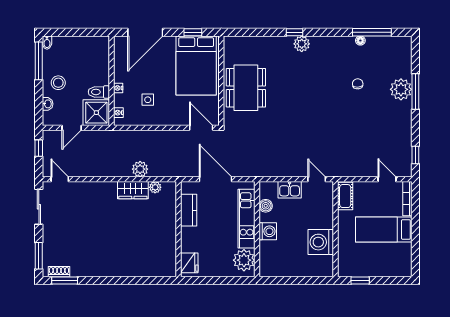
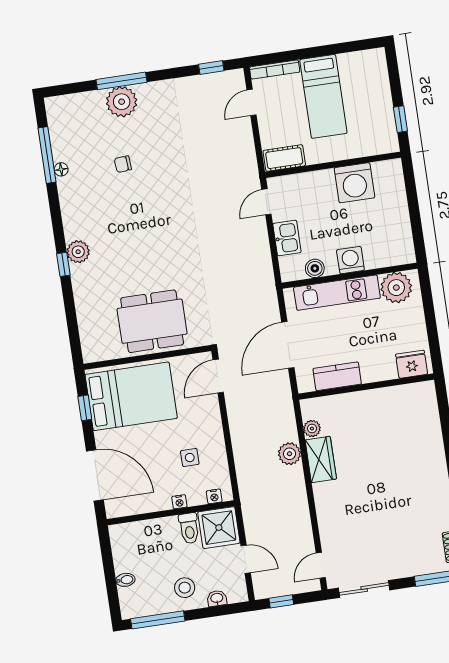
bidet: (47, 43) -> (125, 580), moved

